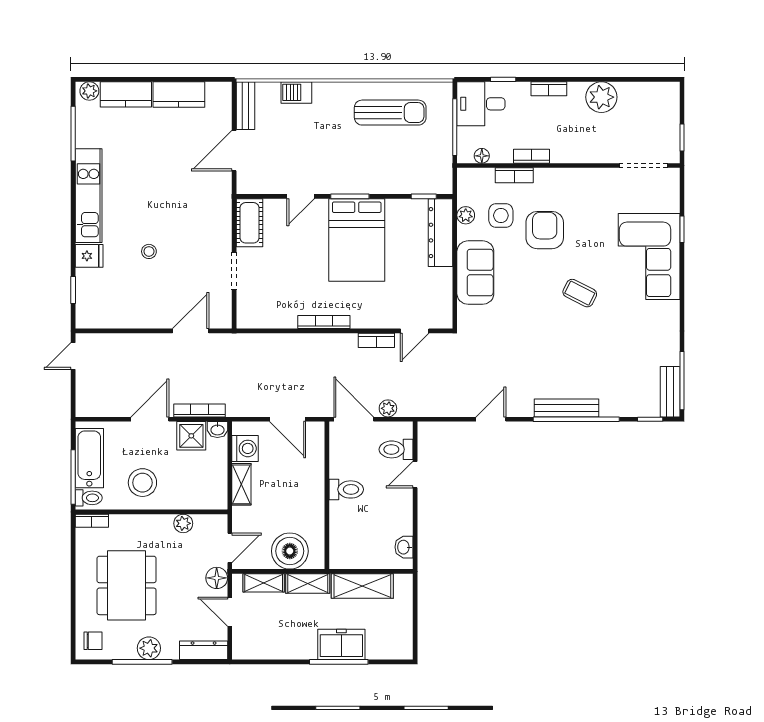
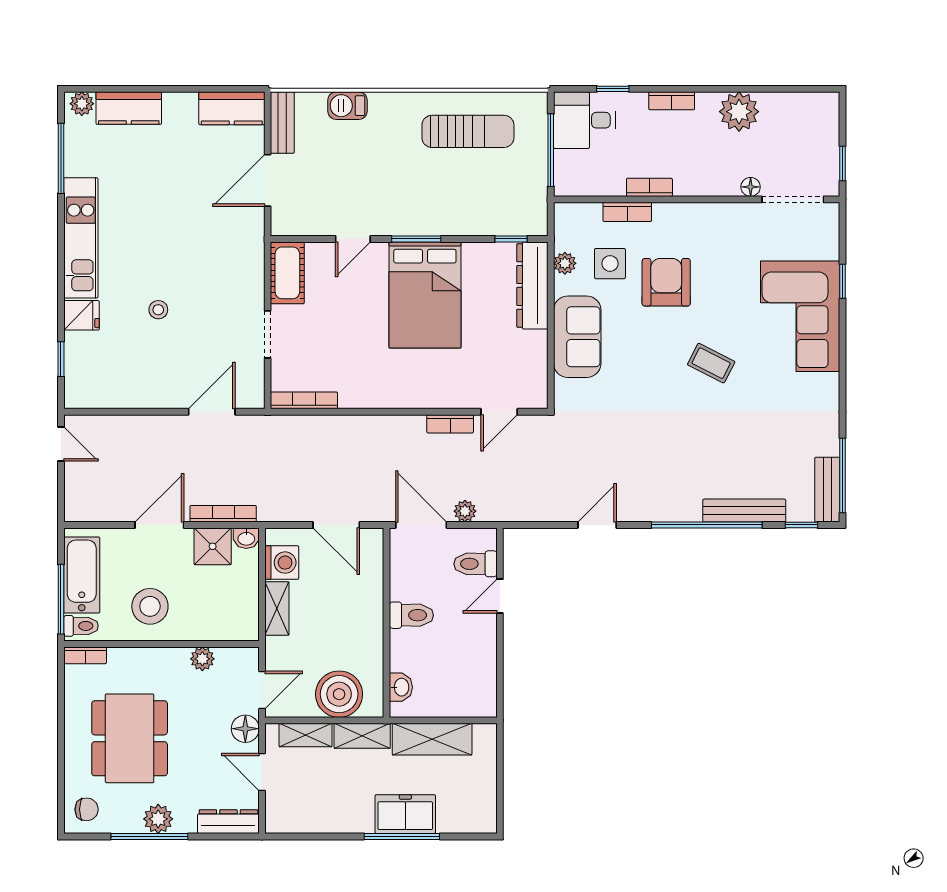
kitchen counter: (179, 95) -> (232, 108), moved
floor lamp: (482, 156) -> (751, 187), moved
bookcase: (324, 322) -> (304, 400), moved
door: (73, 356) -> (61, 444), swing flipped
bench: (567, 408) -> (744, 511), moved
washbasin: (404, 547) -> (401, 687), moved, turned 180

